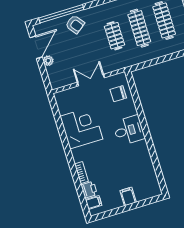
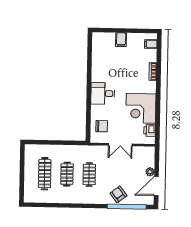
clothes rail: (139, 28) -> (67, 174), width x0.73
printer: (89, 190) -> (150, 130), moved

